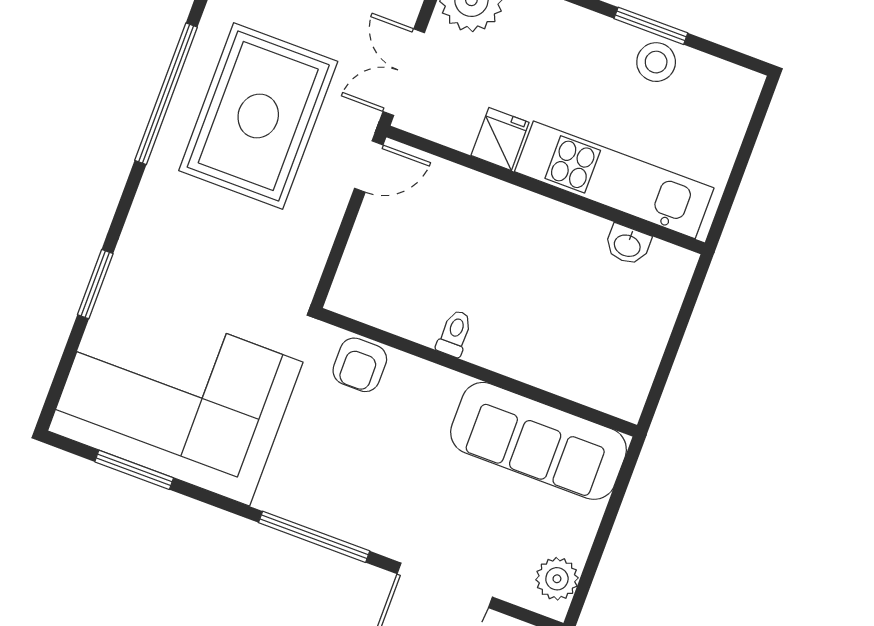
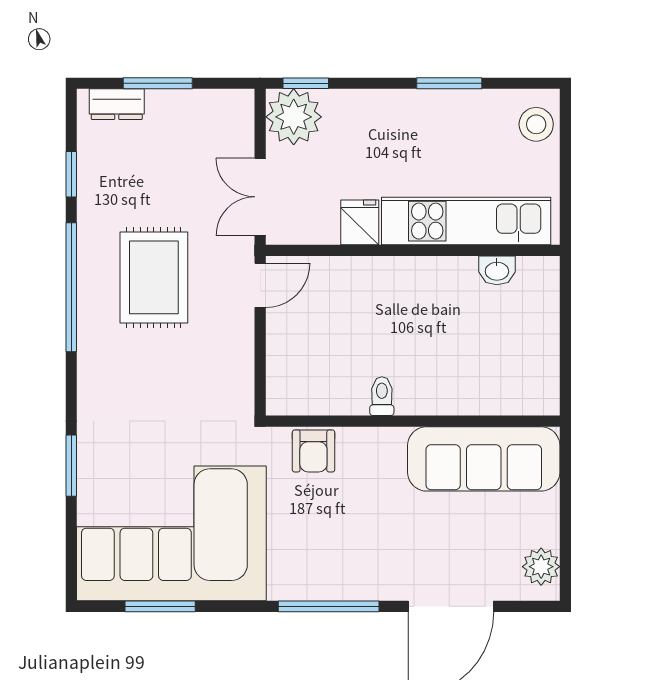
stool: (656, 62) -> (536, 124), moved
rug: (258, 116) -> (154, 277), width x0.73, depth x0.69

